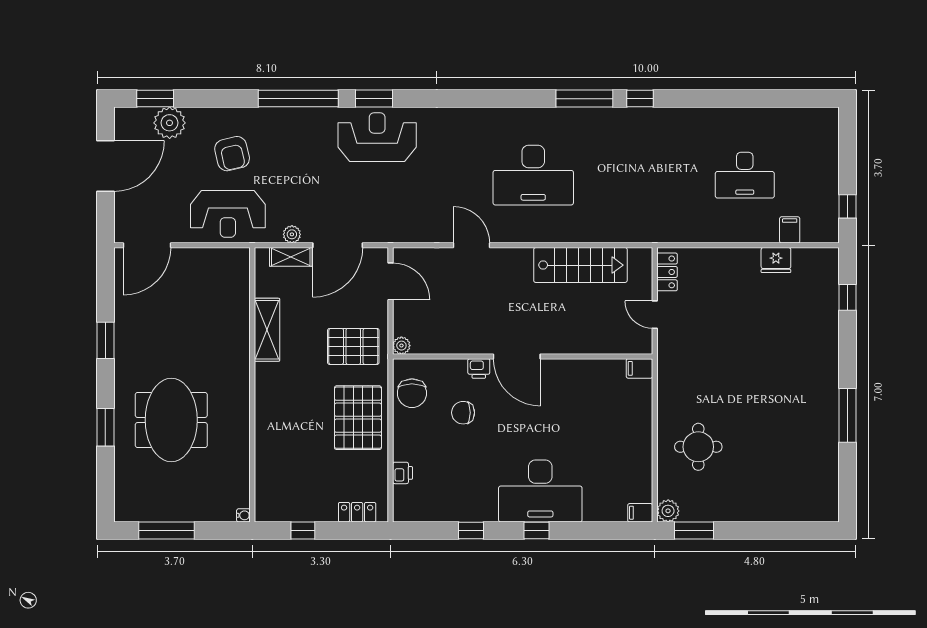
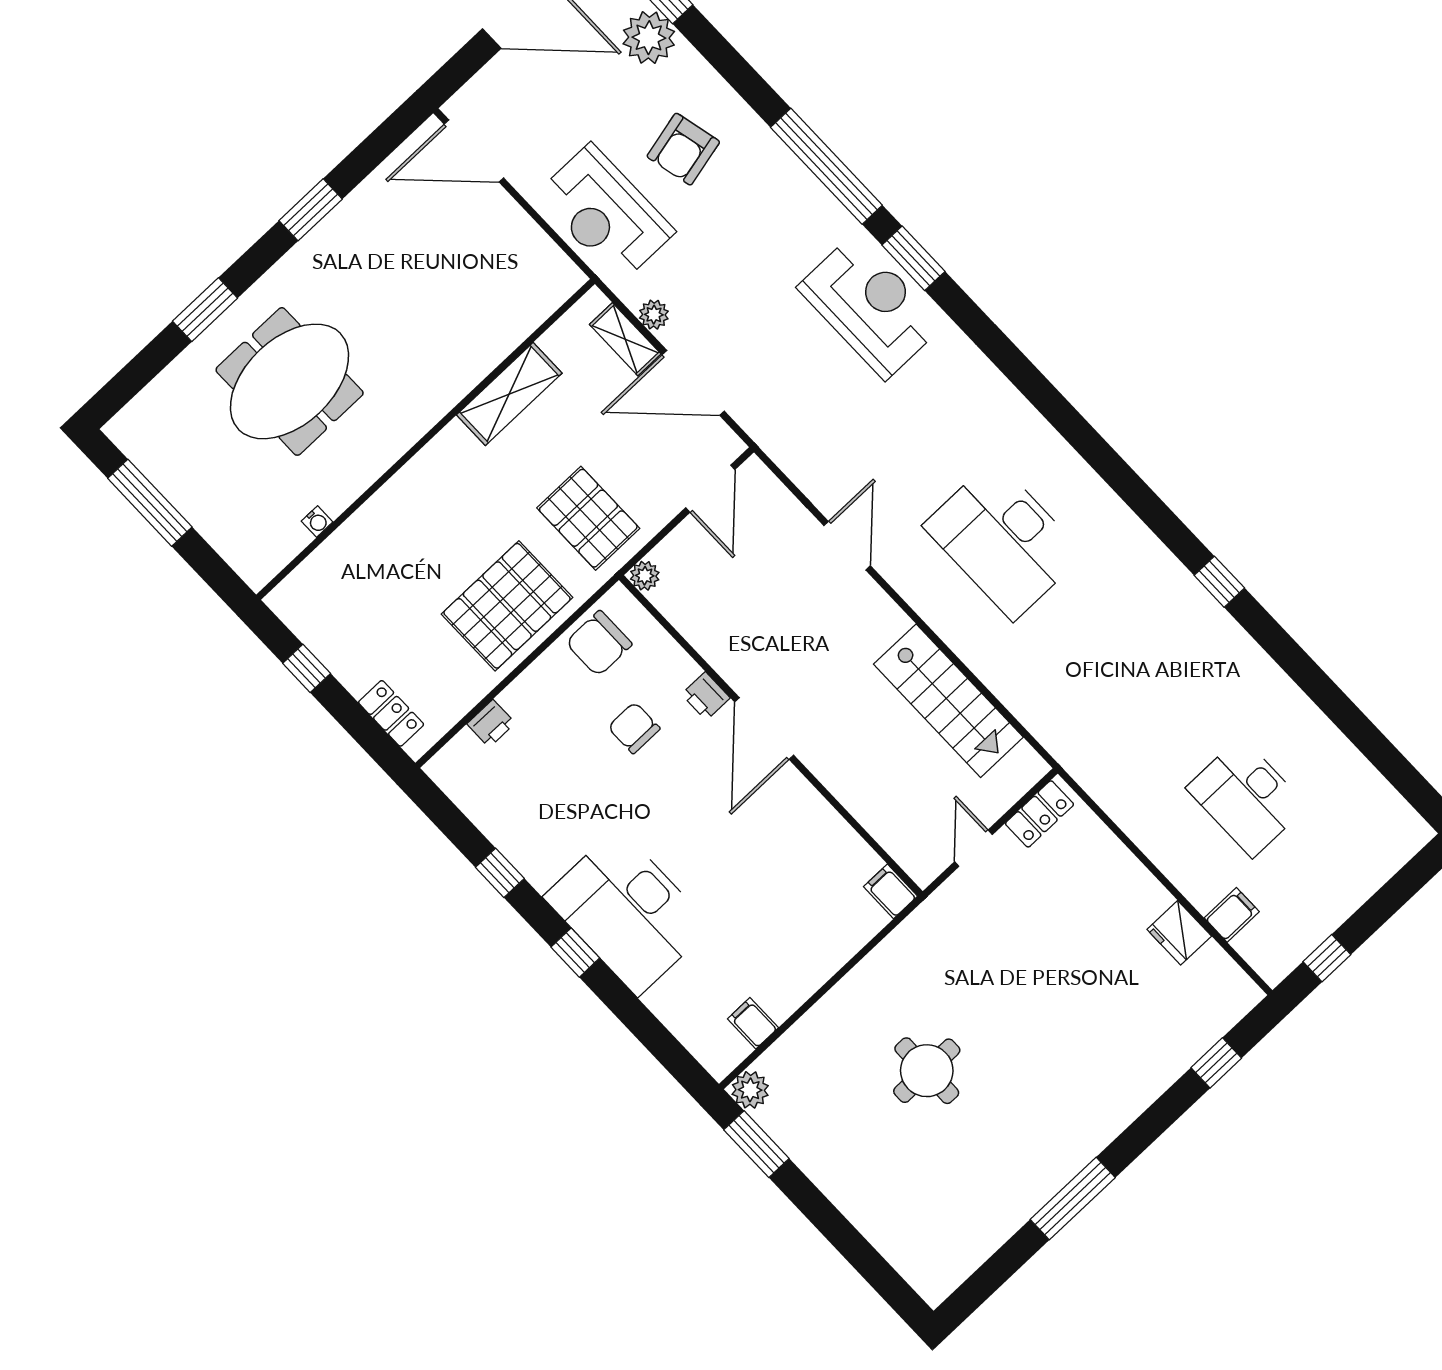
window: (584, 99) -> (1155, 514), removed
round table: (698, 447) -> (927, 1071), moved
filing cabinet: (640, 513) -> (753, 1023), moved
water cooler: (243, 515) -> (317, 521), moved

